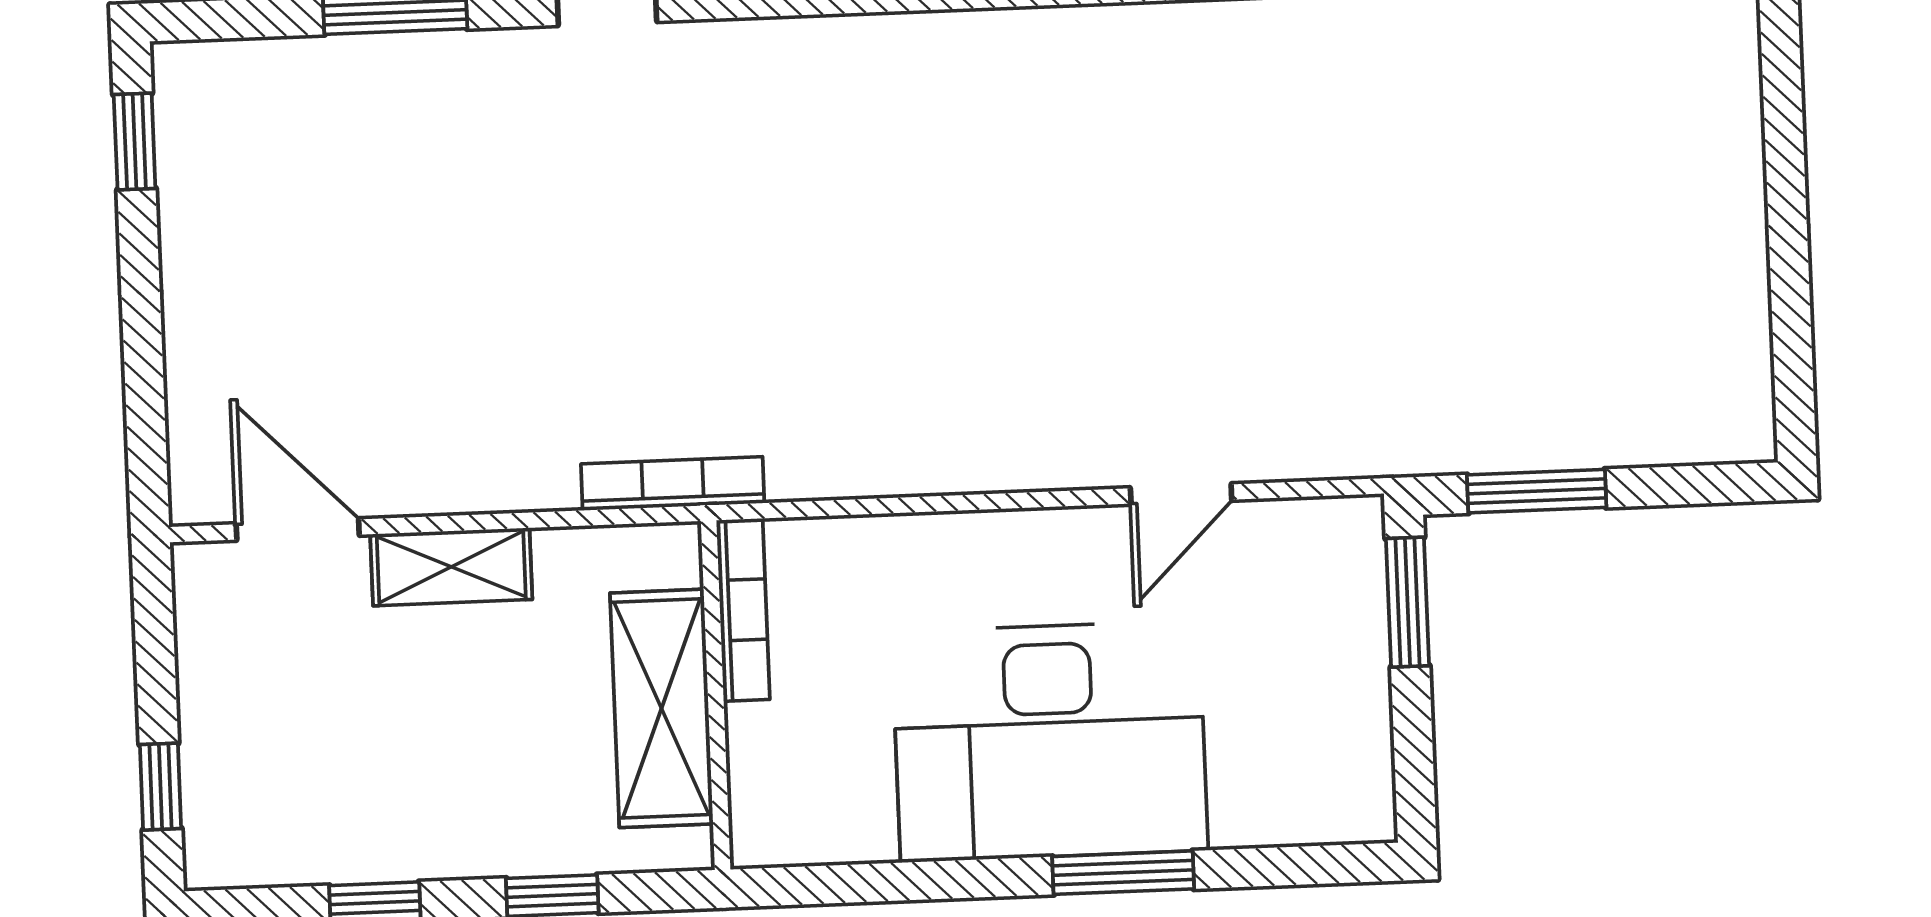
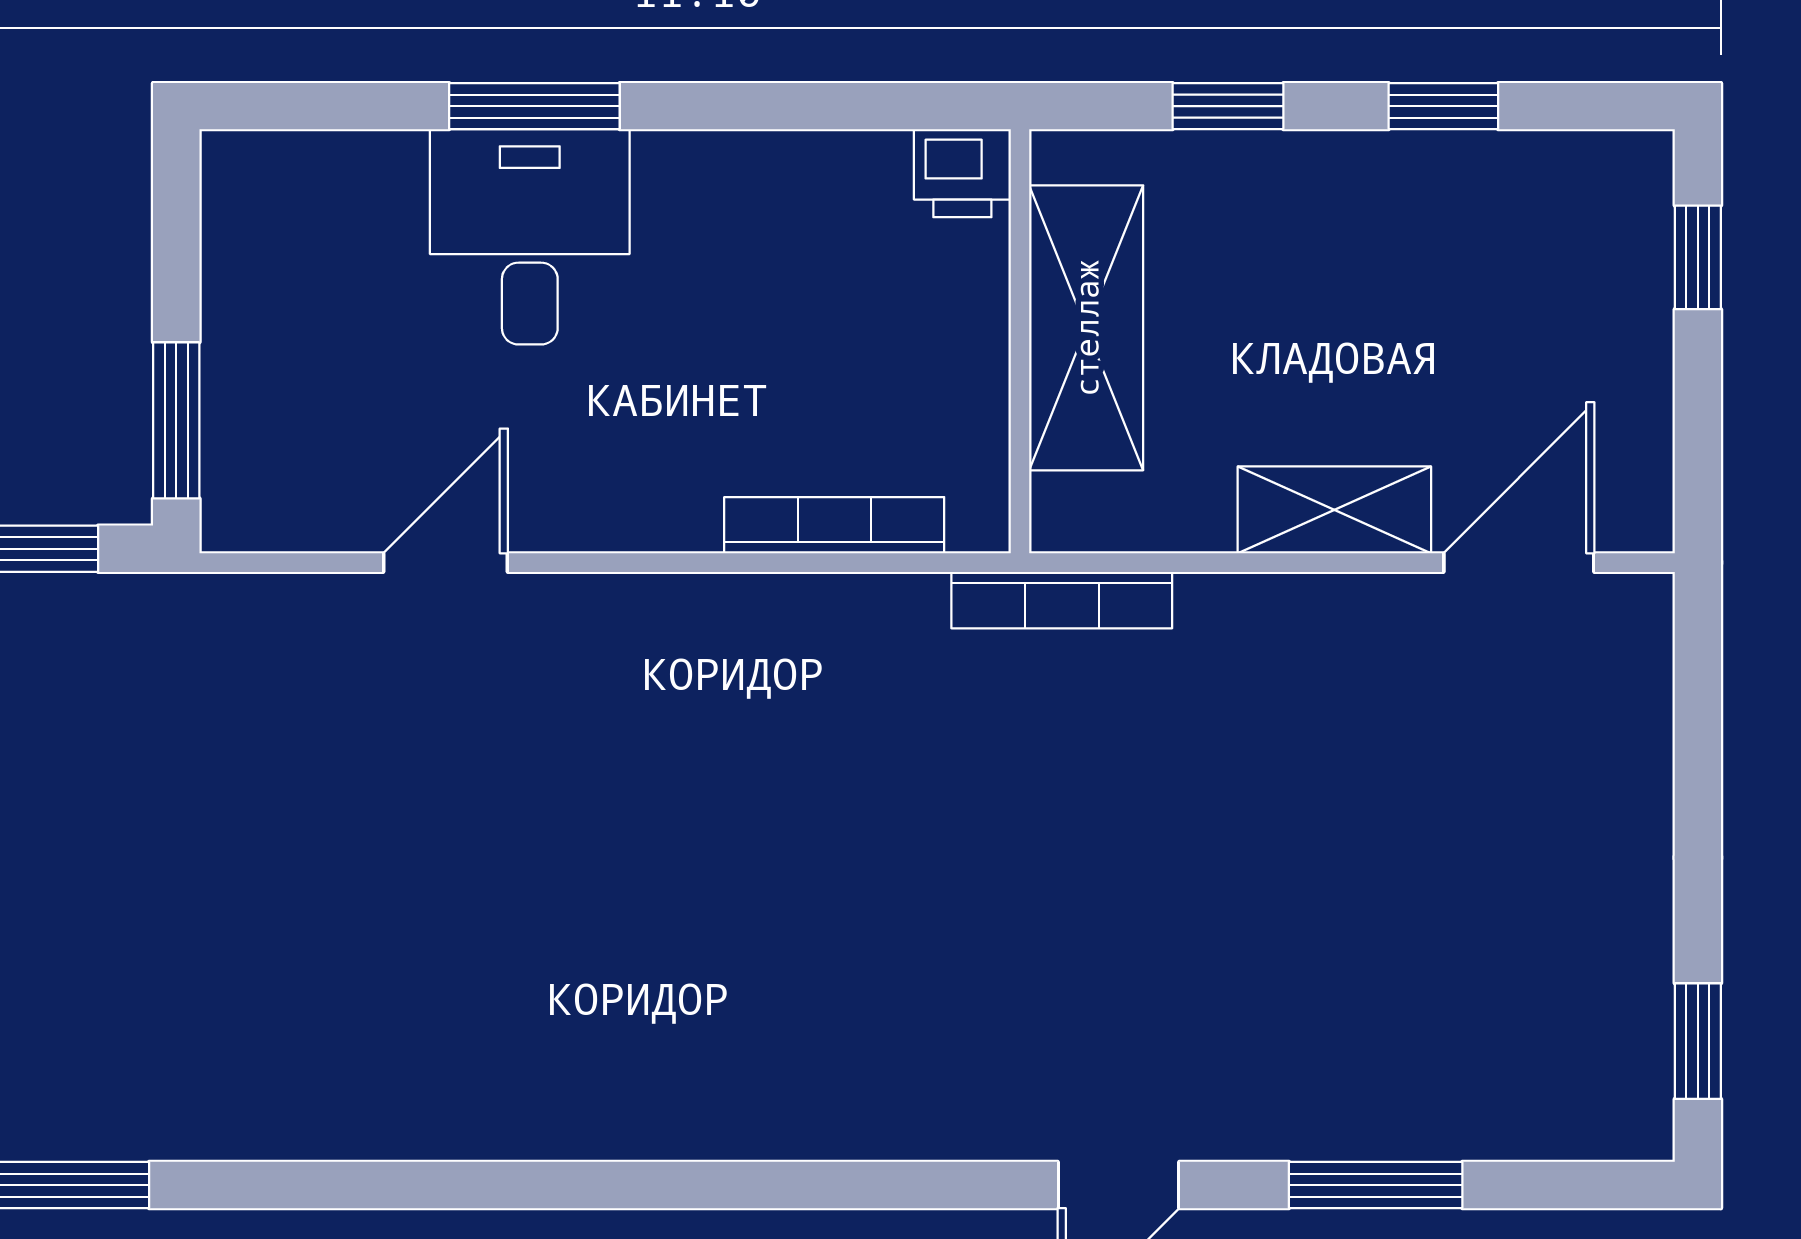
door: (298, 529) -> (1519, 563), swing flipped
bookcase: (743, 610) -> (834, 525), moved, turned 90
desk: (1050, 741) -> (530, 237), width x0.53, depth x0.77
printer: (769, 832) -> (962, 173), added

